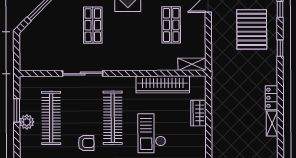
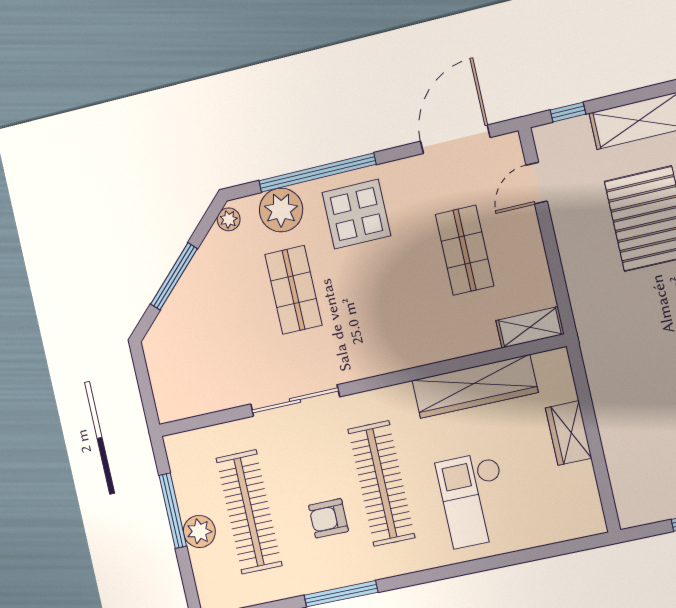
window: (17, 110) -> (173, 511), width x1.44
armchair: (86, 143) -> (328, 518), moved, turned 180

